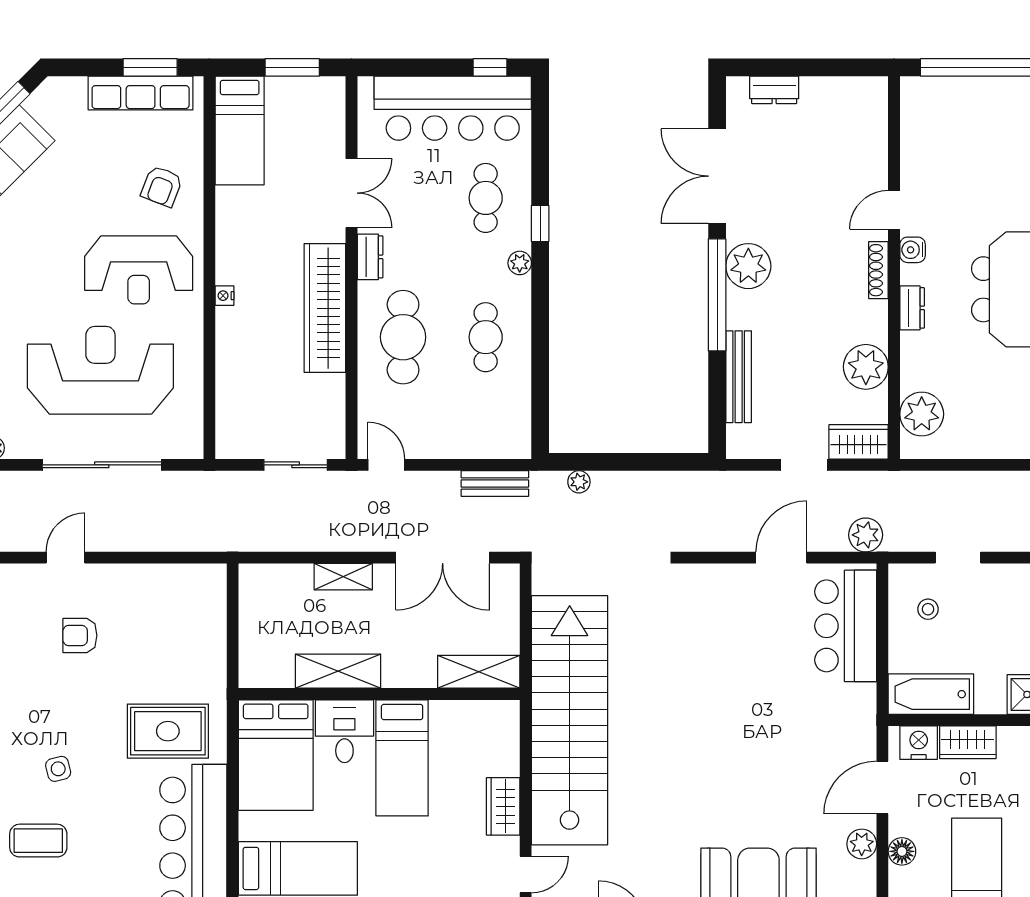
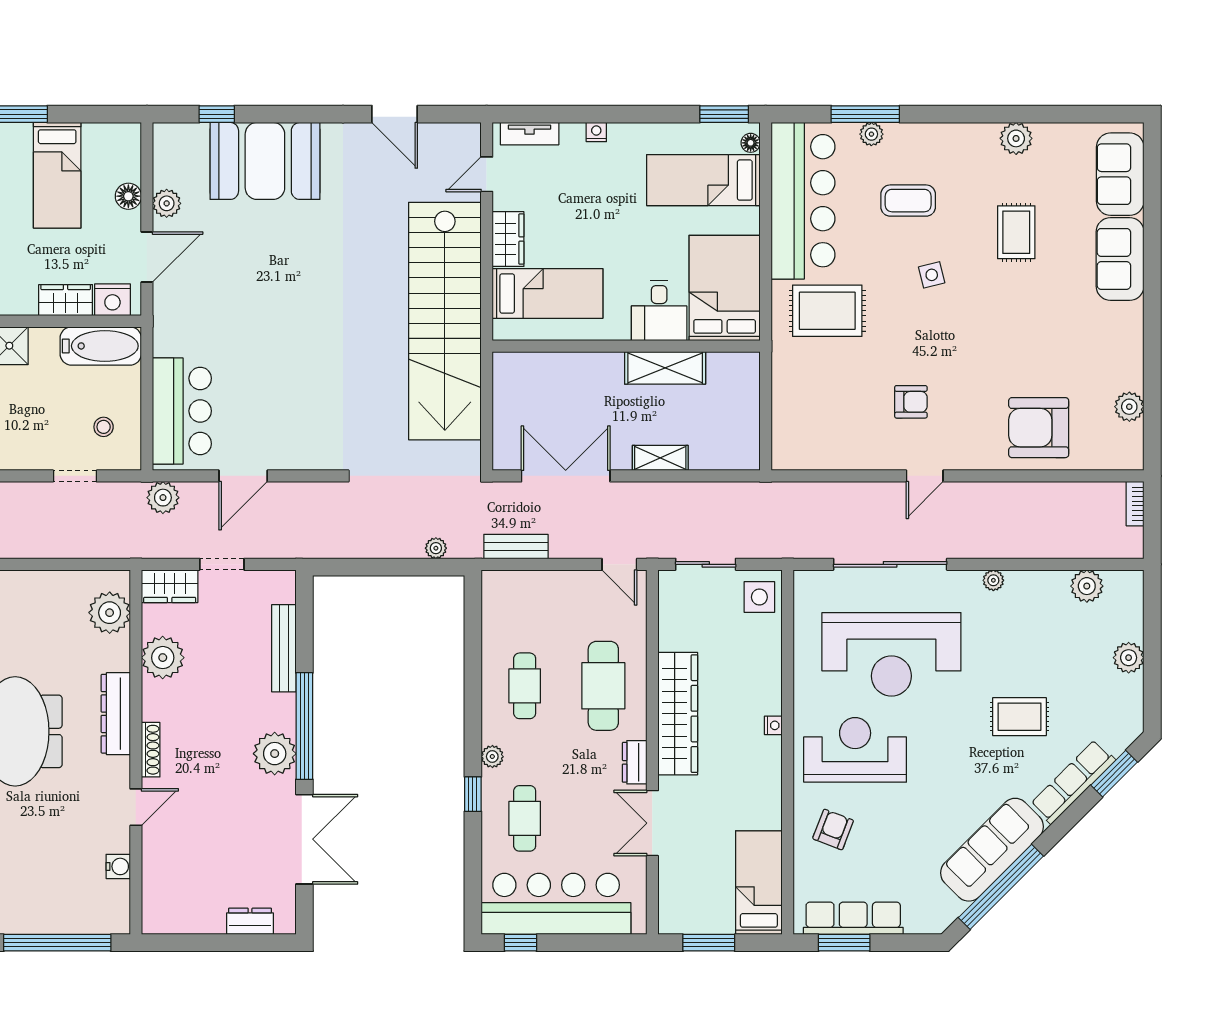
water cooler: (913, 250) -> (118, 866), moved
dresser: (912, 308) -> (116, 714), width x1.96, depth x1.24
side table: (239, 430) -> (759, 597), added
shelving: (479, 672) -> (531, 367), removed
bed: (402, 758) -> (547, 293), moved, turned 90
coffee table: (38, 841) -> (908, 201), moved

